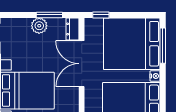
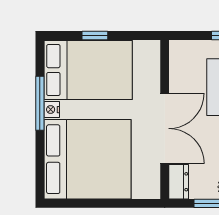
window: (101, 15) -> (135, 203), removed
window: (163, 46) -> (40, 103), moved

